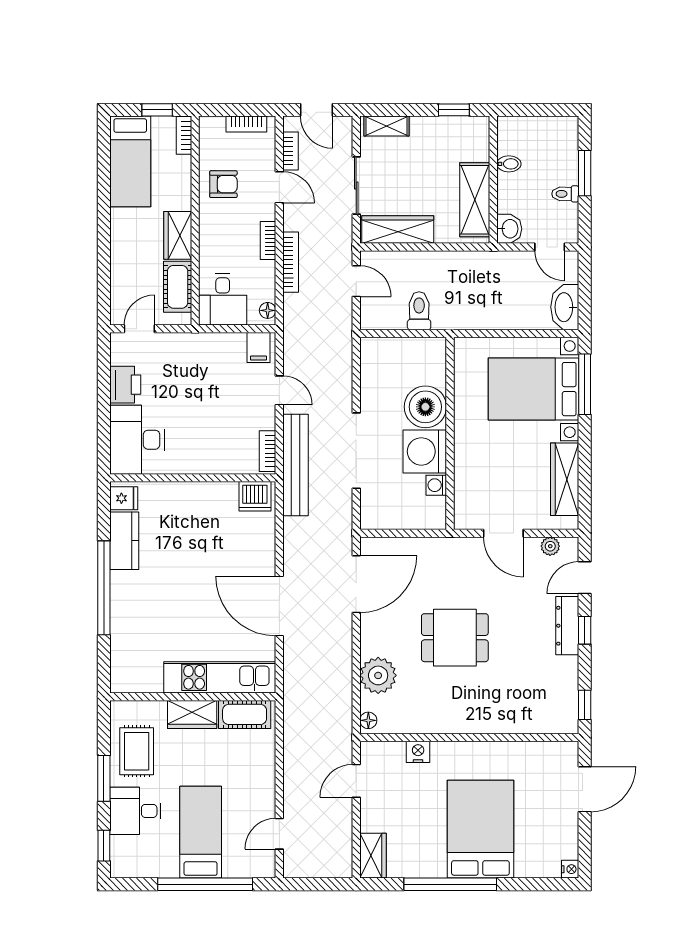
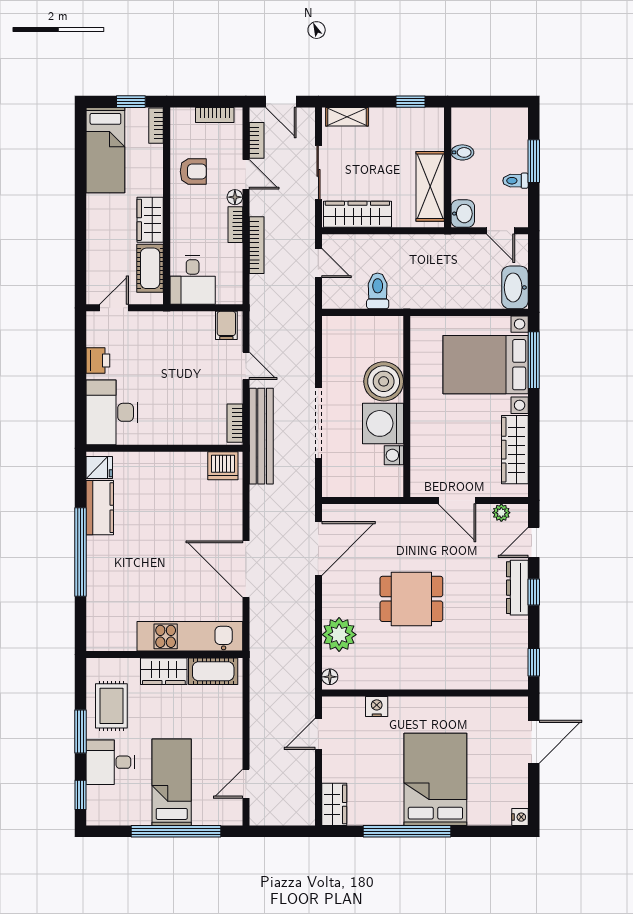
floor lamp: (268, 310) -> (235, 197), moved
printer: (125, 385) -> (98, 360), width x0.73, depth x0.81

